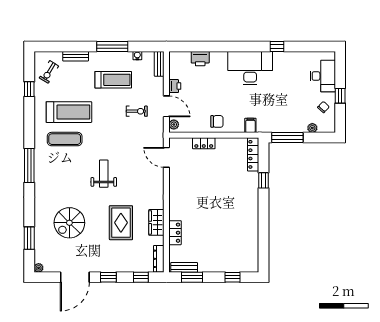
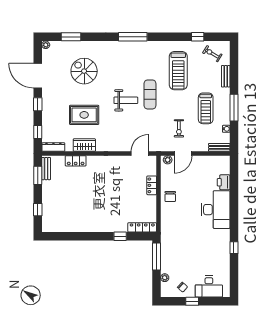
desk: (250, 68) -> (216, 210), moved
printer: (175, 86) -> (200, 161), removed
filing cabinet: (250, 125) -> (167, 225), removed
exercise mat: (65, 139) -> (150, 94), moved

